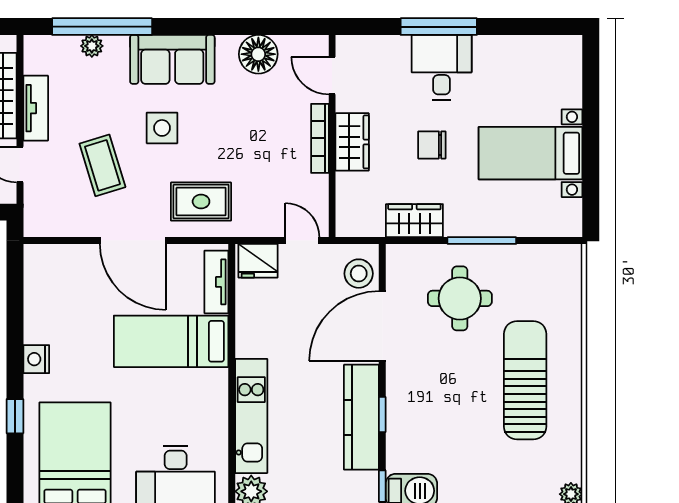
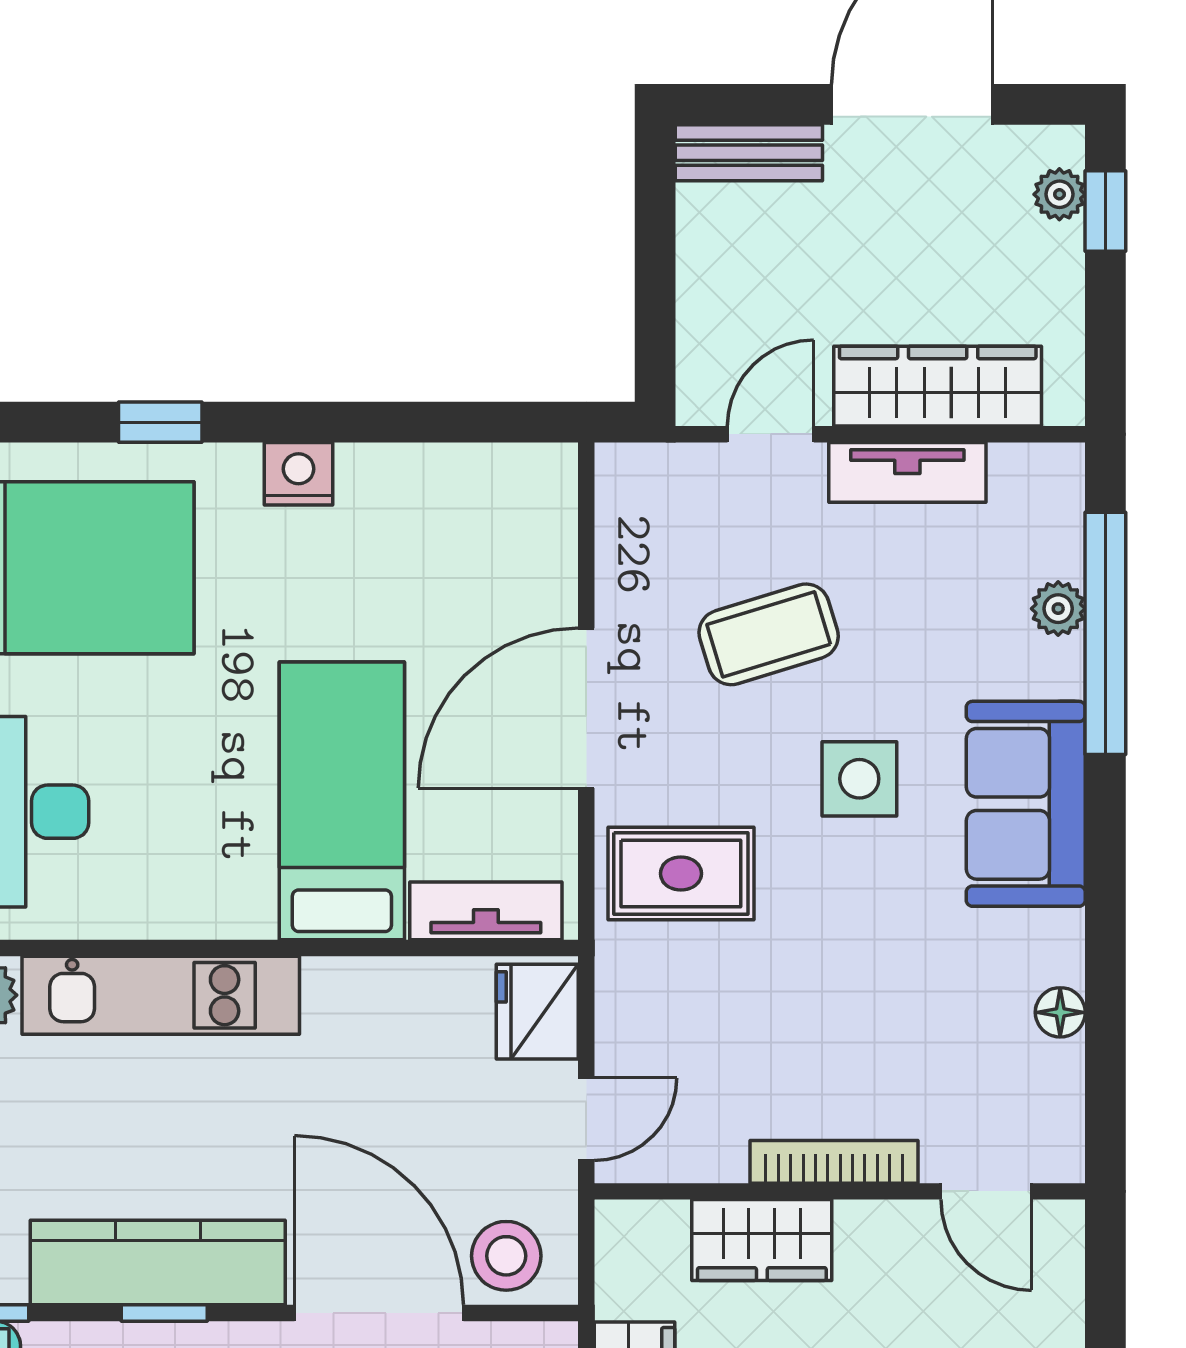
floor lamp: (258, 54) -> (1060, 1012), width x0.53, depth x0.53
door: (332, 76) -> (986, 1191), swing flipped
wardrobe: (352, 142) -> (762, 1240), moved
rug: (201, 202) -> (681, 874), turned 90

